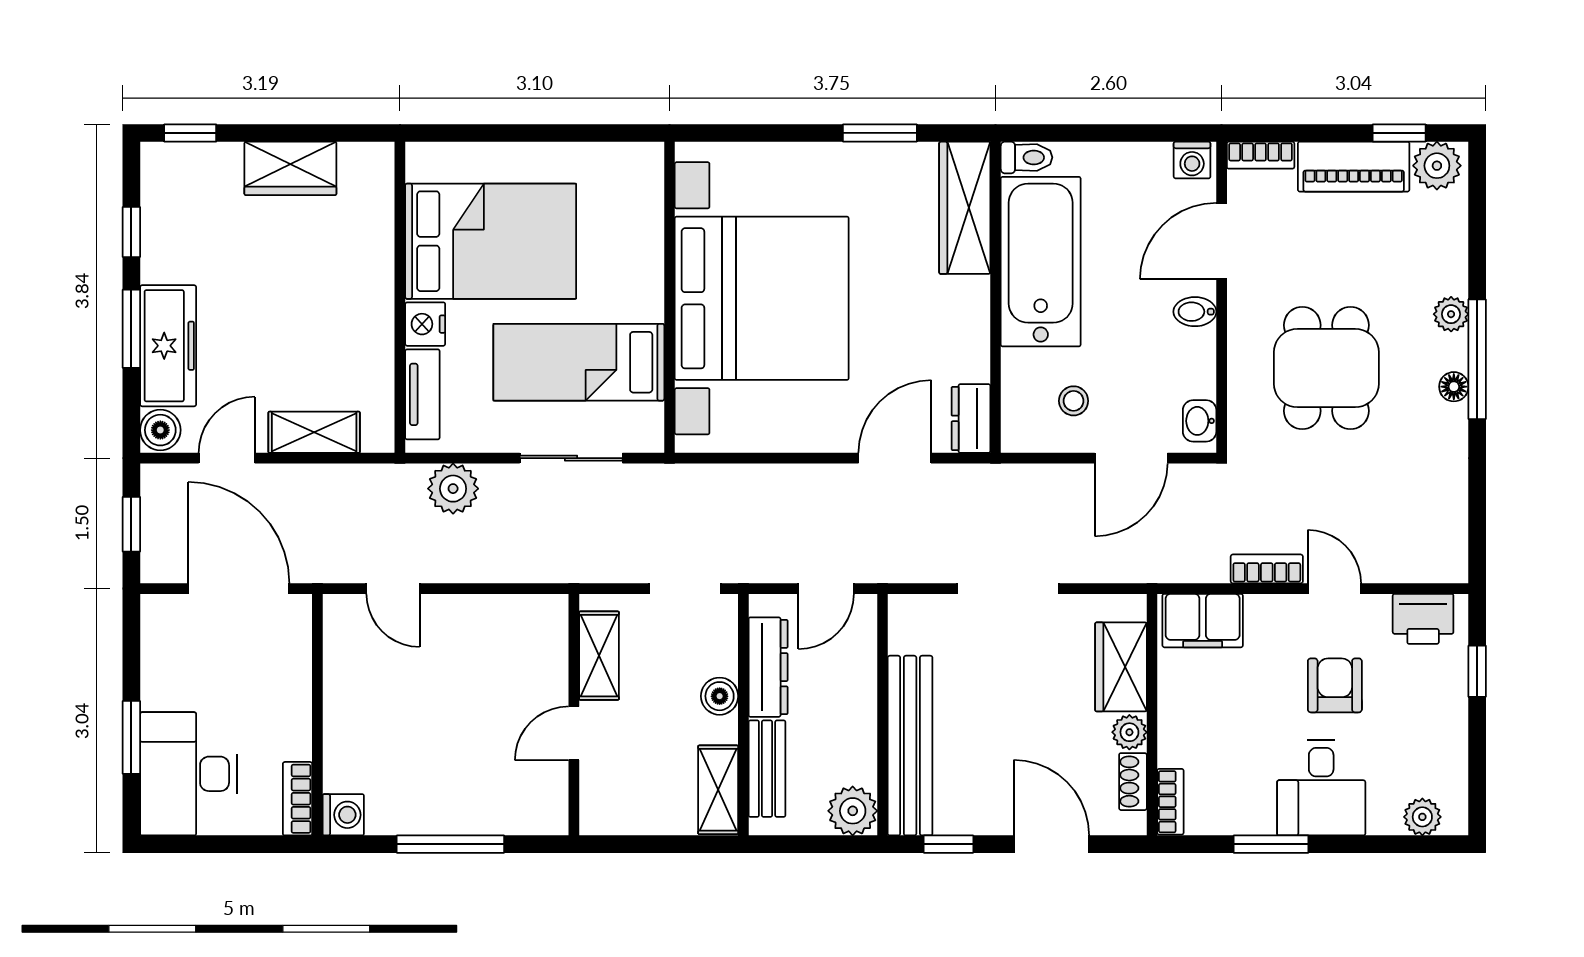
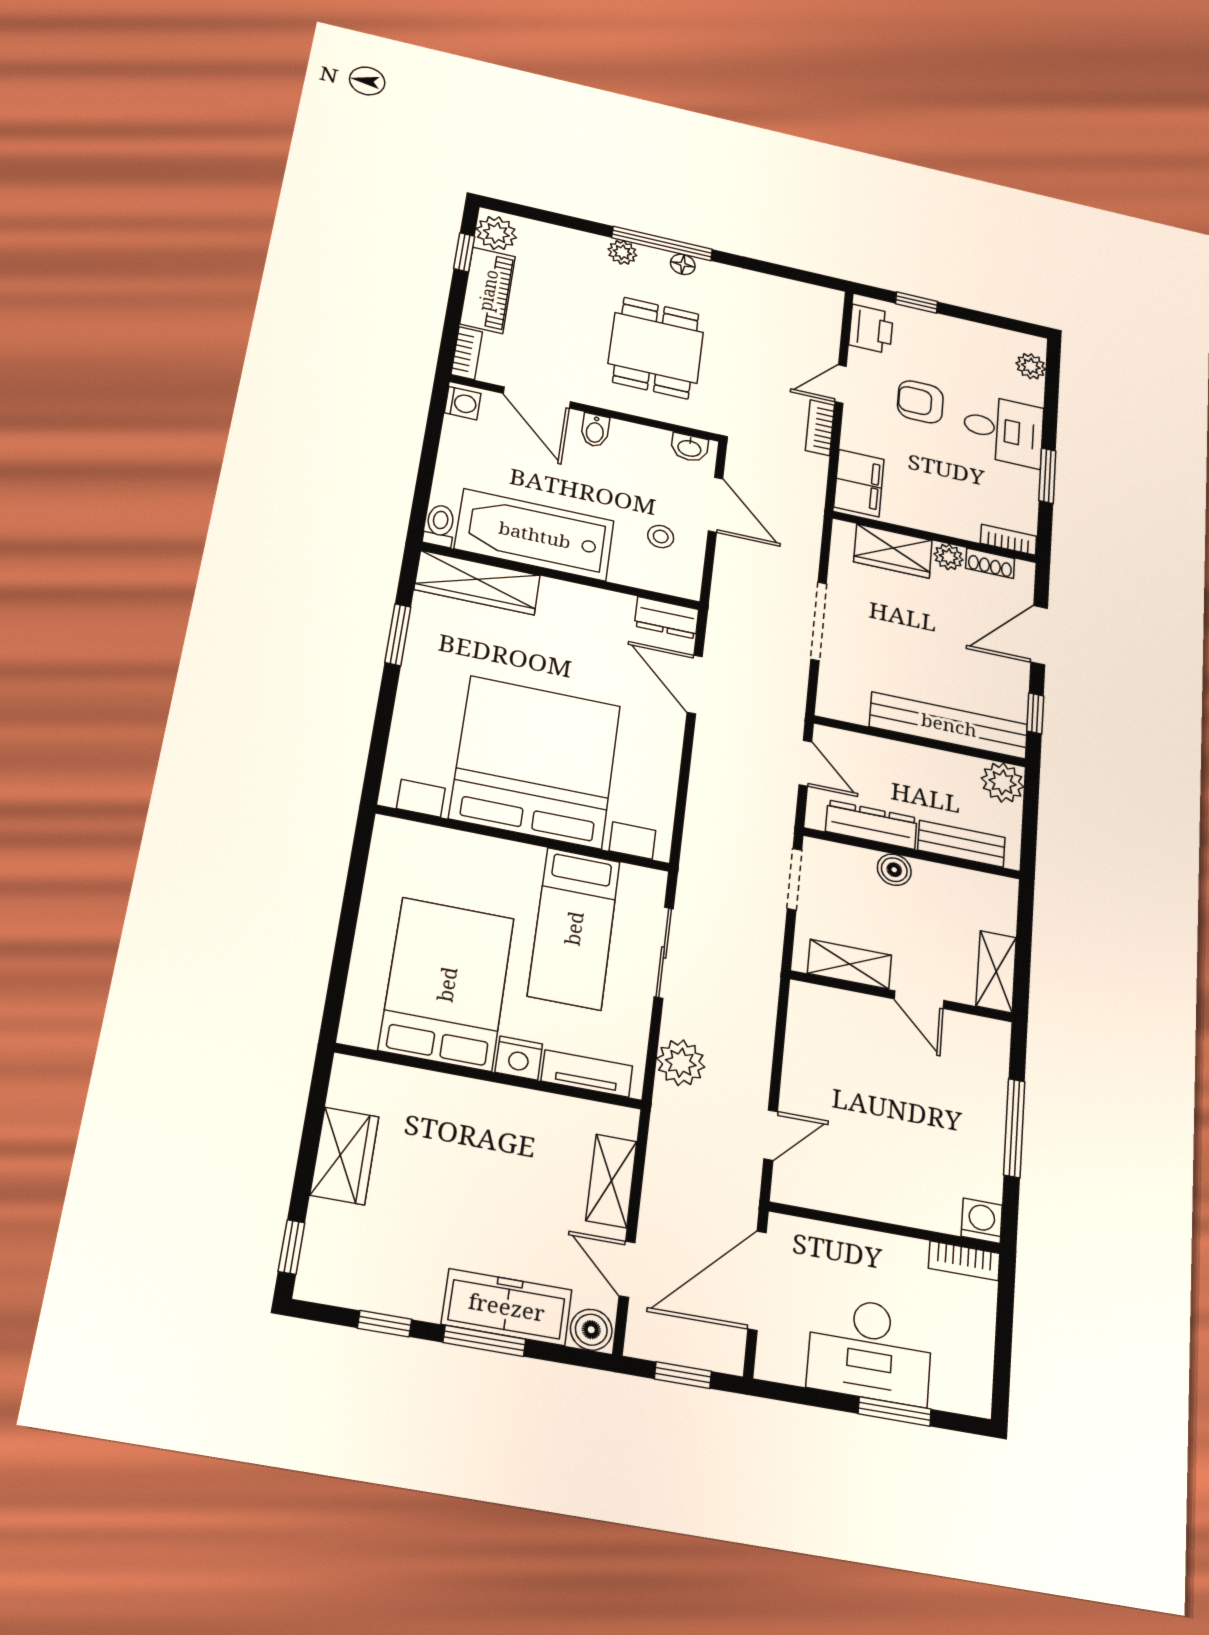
dining table: (1326, 368) -> (656, 348), turned 90
desk: (188, 774) -> (870, 1350), moved
shelving: (718, 790) -> (996, 972), moved, turned 90

